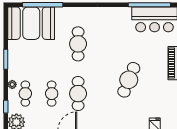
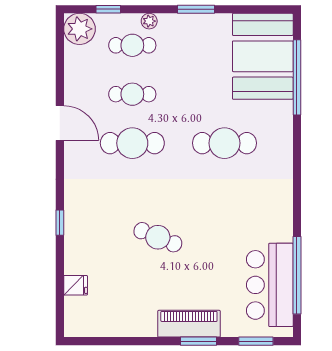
cafe table: (129, 80) -> (158, 237), width x0.73, depth x0.74

